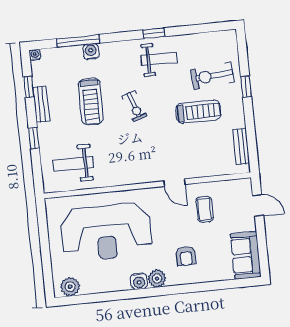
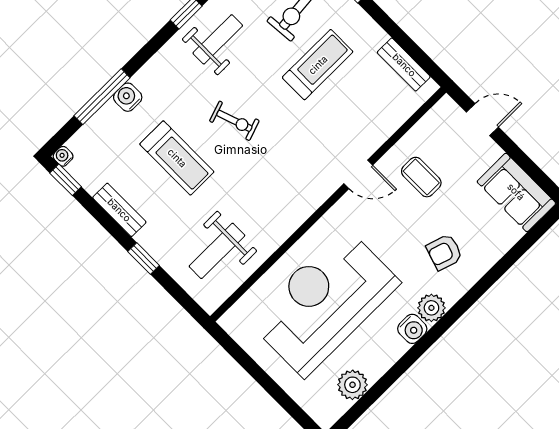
window: (29, 87) -> (66, 180), moved
reception desk: (106, 232) -> (324, 302), turned 180
armchair: (186, 256) -> (444, 252), turned 108
plant: (70, 287) -> (352, 385), moved

